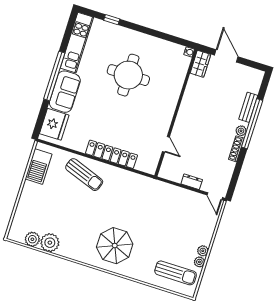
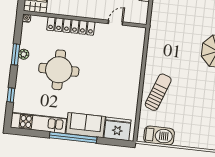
window: (153, 33) -> (15, 54), added
plant: (152, 41) -> (24, 54), added
locker: (111, 154) -> (71, 26), moved, turned -90

